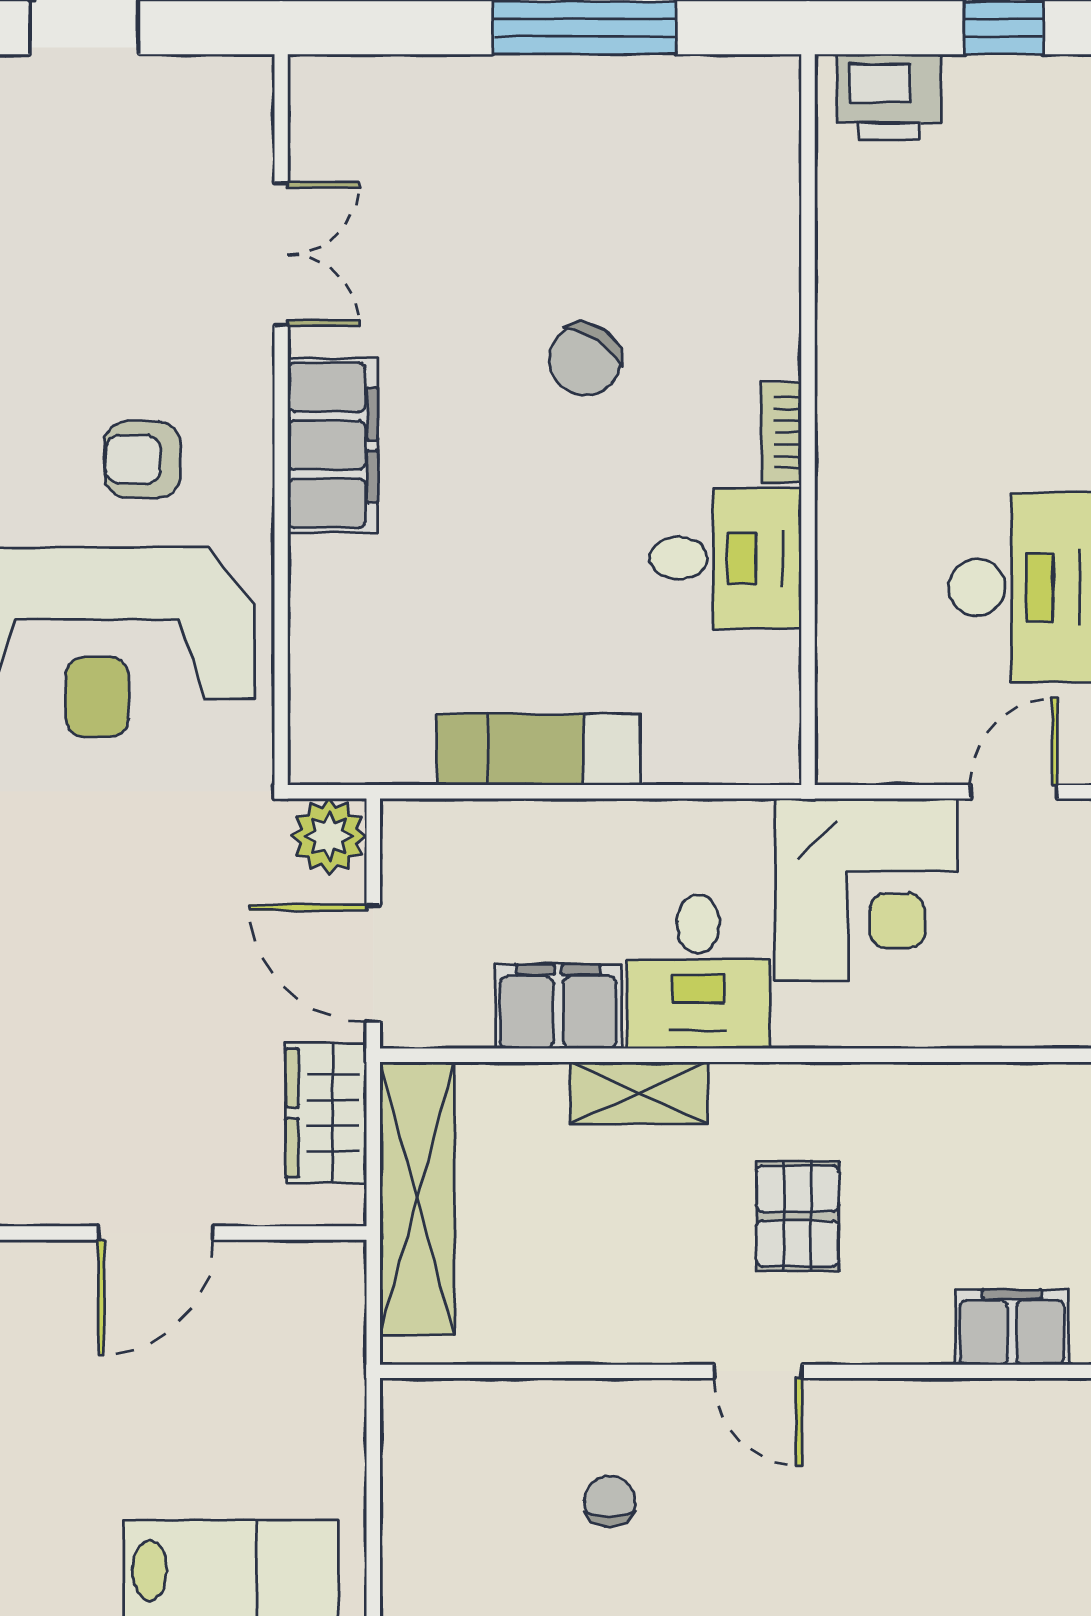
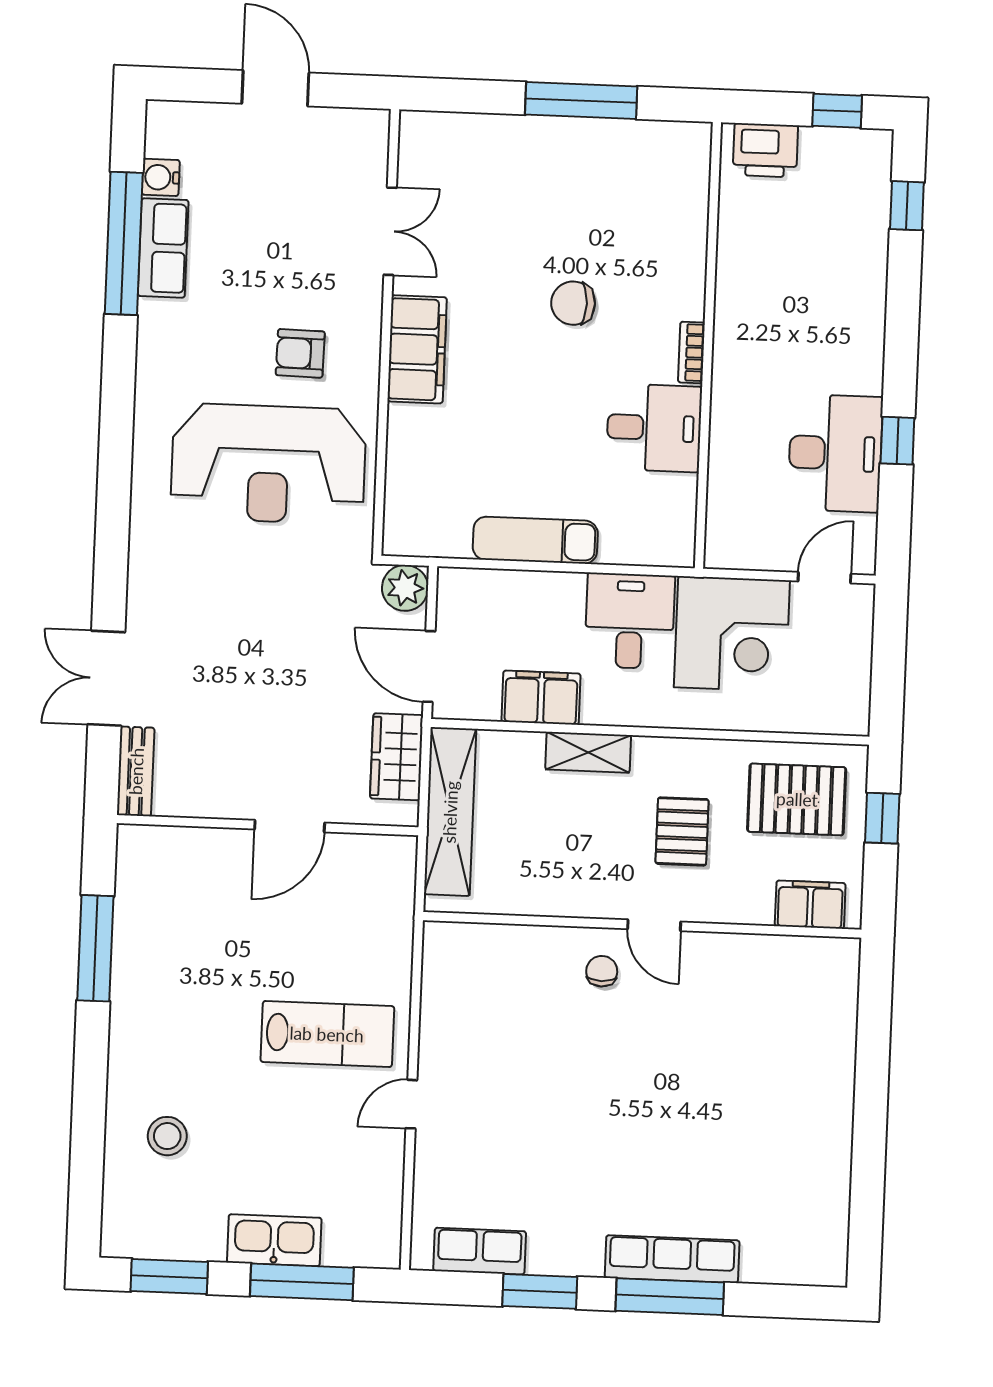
chair: (585, 360) -> (573, 303), turned 57
desk: (698, 972) -> (630, 621), moved, turned 180
pallet: (983, 1156) -> (797, 799), added
chair: (609, 1501) -> (602, 971), moved

